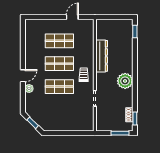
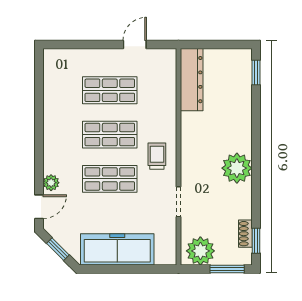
dresser: (102, 56) -> (192, 80), moved
door: (23, 76) -> (39, 207), moved
freezer: (63, 123) -> (117, 249), added
plant: (106, 124) -> (200, 251), added

